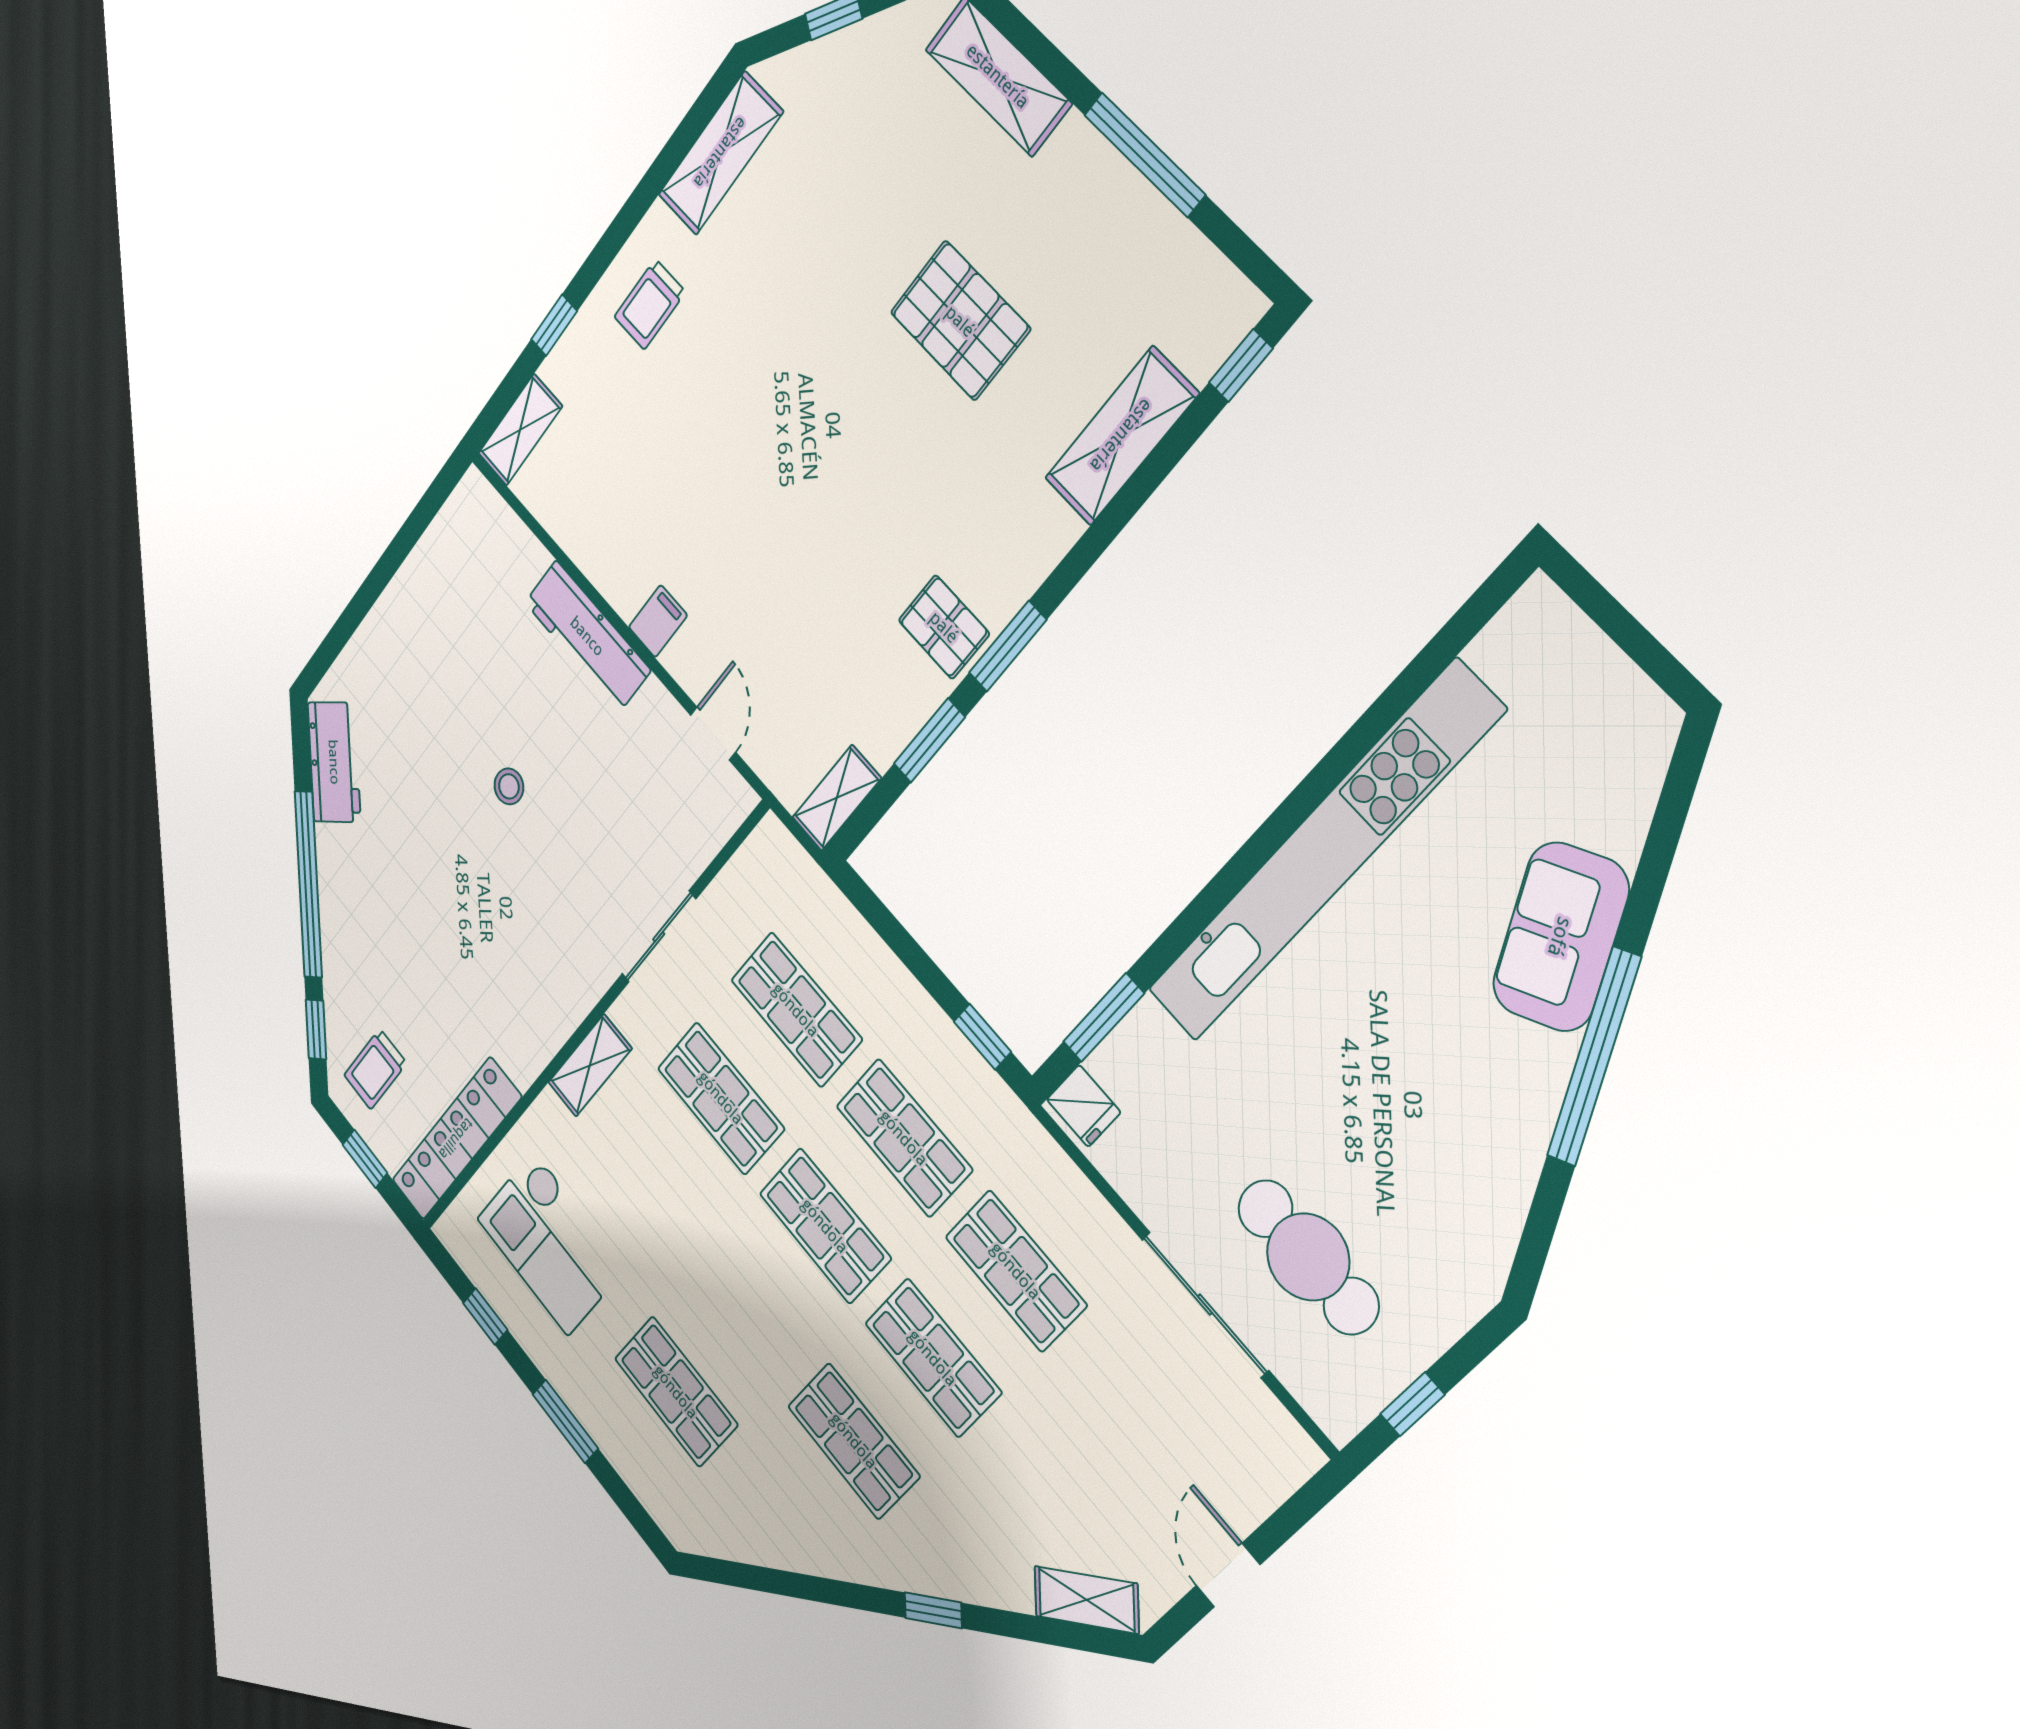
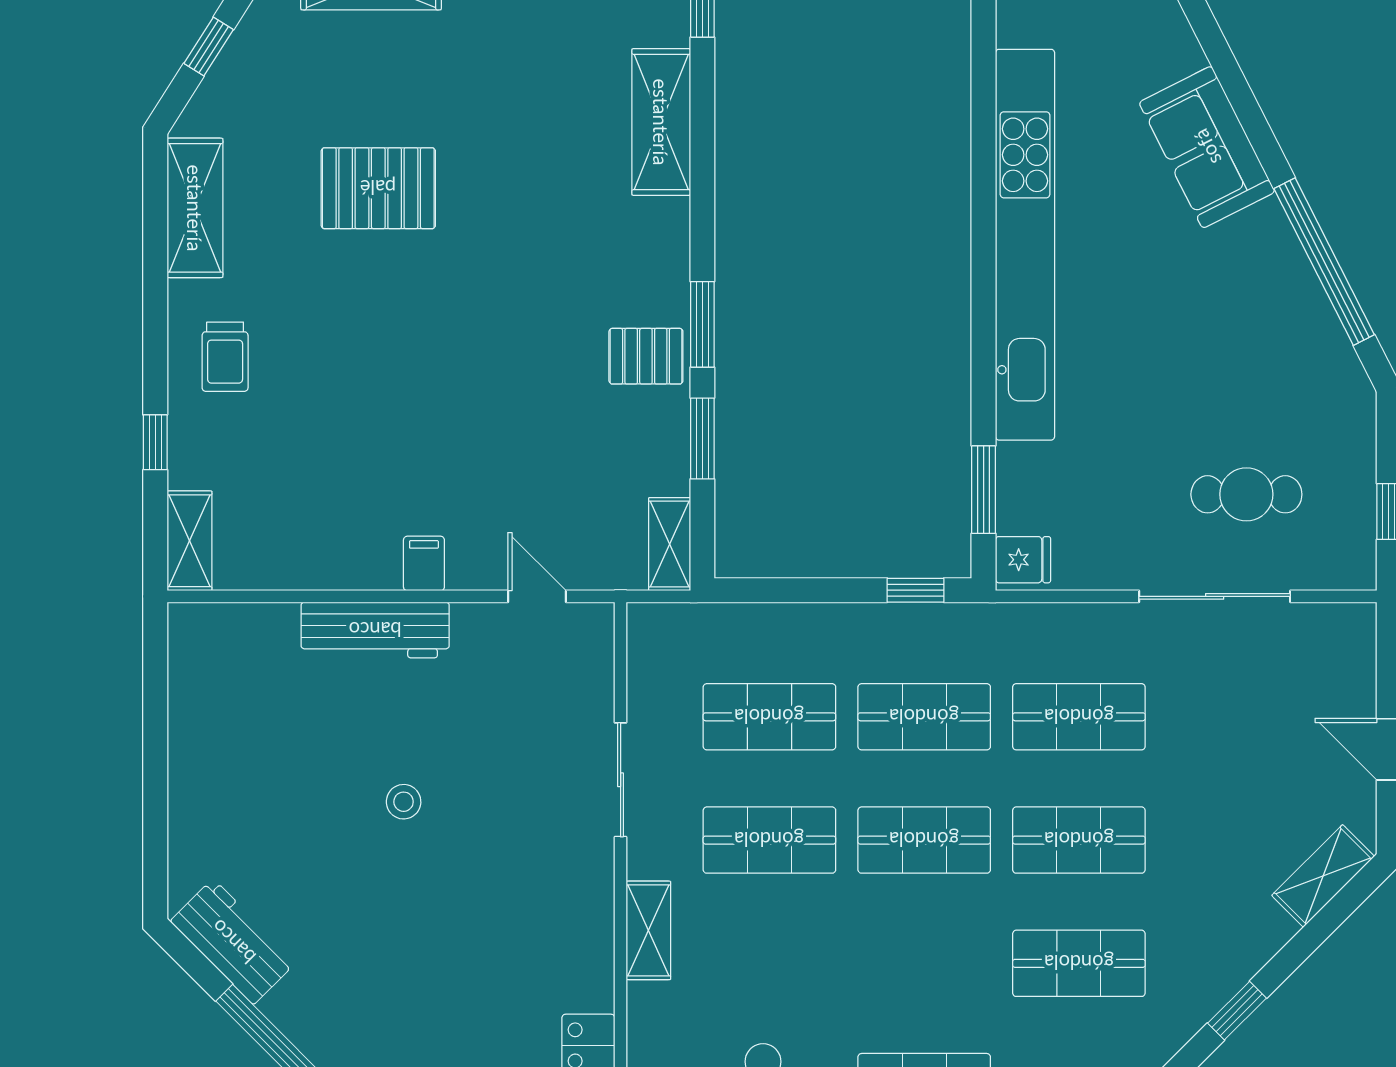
pallet: (960, 321) -> (378, 188), moved
window: (1594, 1057) -> (1324, 262), moved
cafe table: (1308, 1257) -> (1246, 494), width x0.73, depth x0.74

